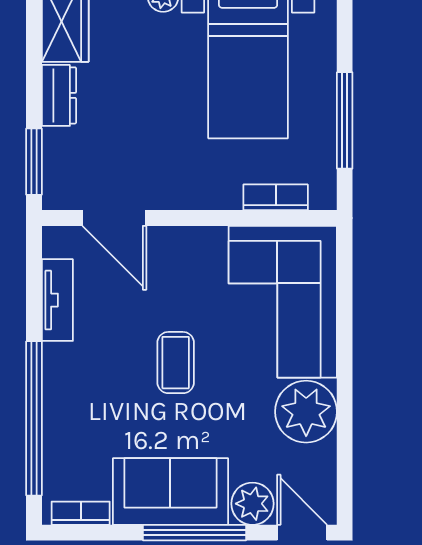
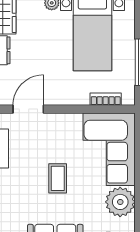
door: (114, 218) -> (28, 109), swing flipped

